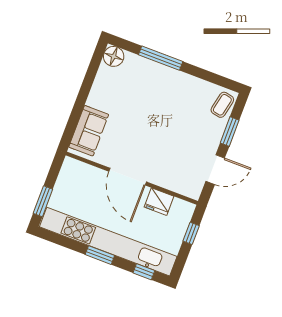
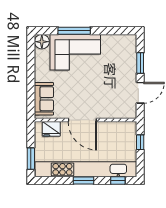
corner sofa: (151, 86) -> (75, 52), added
coffee table: (222, 105) -> (128, 47), removed
fridge: (159, 202) -> (51, 129), moved

